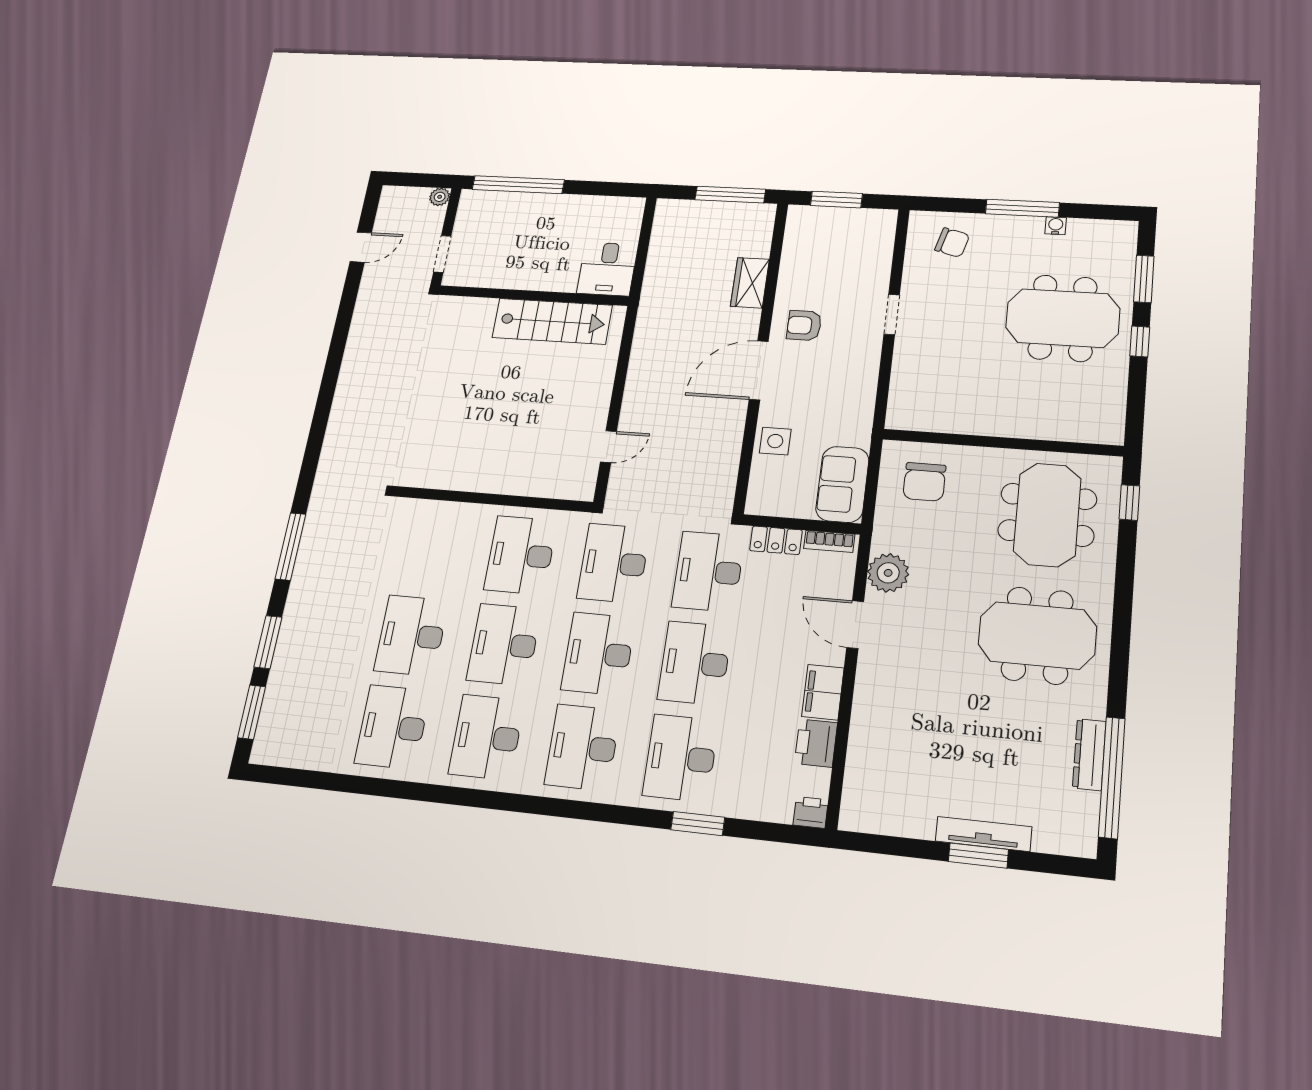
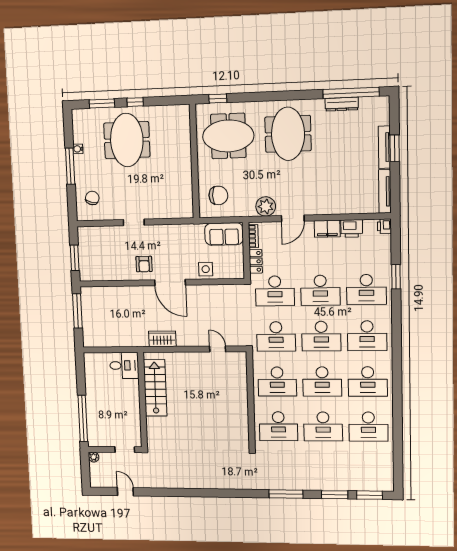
wardrobe: (750, 283) -> (162, 339), moved, turned 180
desk: (430, 547) -> (278, 426), added
tv unit: (886, 823) -> (385, 191), added

